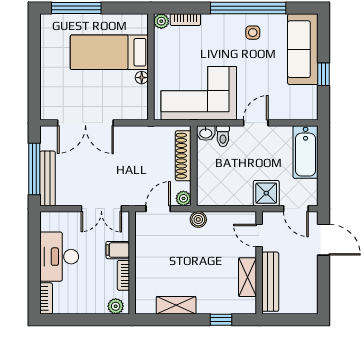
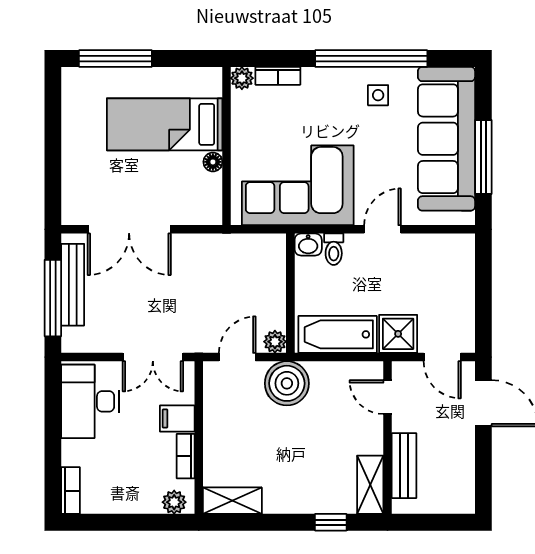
sofa: (303, 49) -> (446, 139), width x1.36, depth x1.27
window: (324, 74) -> (483, 157), width x2.17
bathtub: (306, 152) -> (338, 334), moved, turned 90
shoe rack: (183, 156) -> (275, 278), removed
bench: (47, 178) -> (73, 285), moved
boiler: (198, 219) -> (287, 383), width x1.86, depth x1.86
desk: (59, 257) -> (90, 401), moved
shelving: (248, 277) -> (370, 485), moved
bench: (270, 282) -> (404, 466), width x0.73
shelving: (176, 305) -> (232, 501), moved

